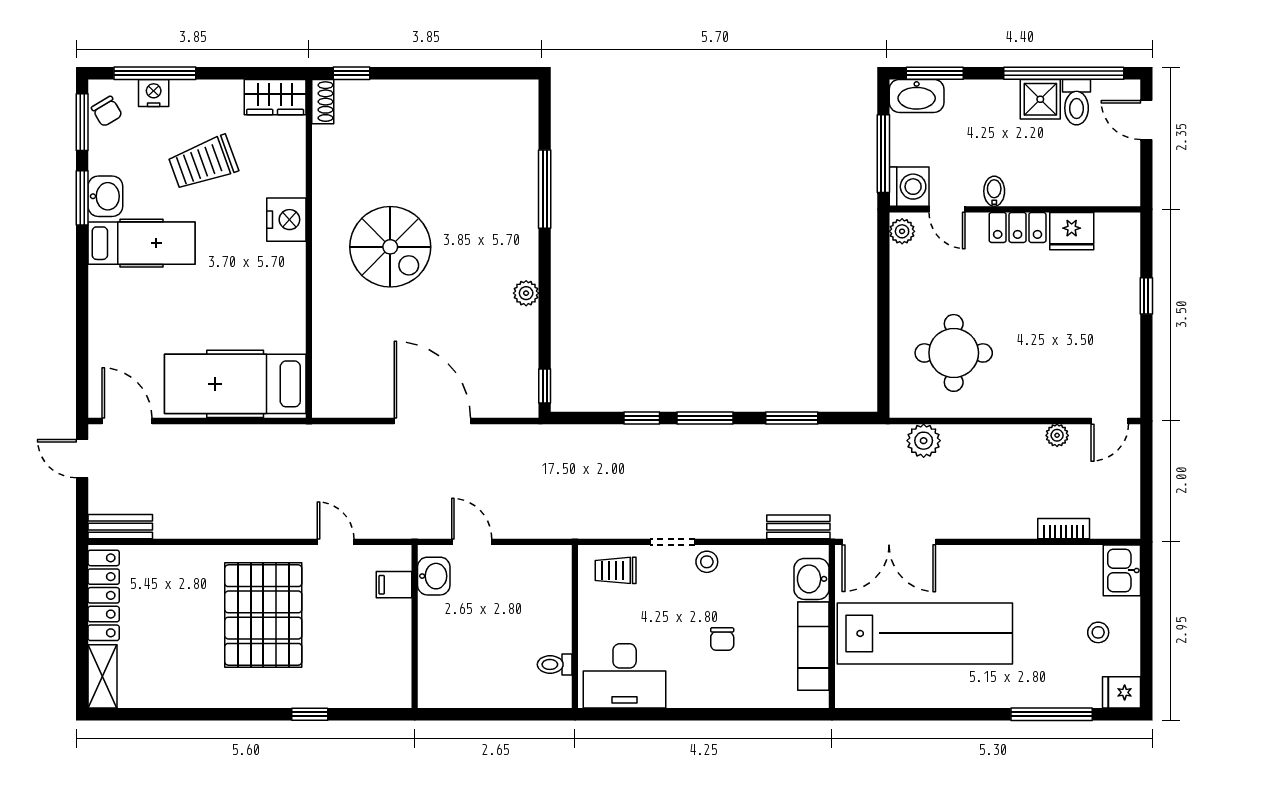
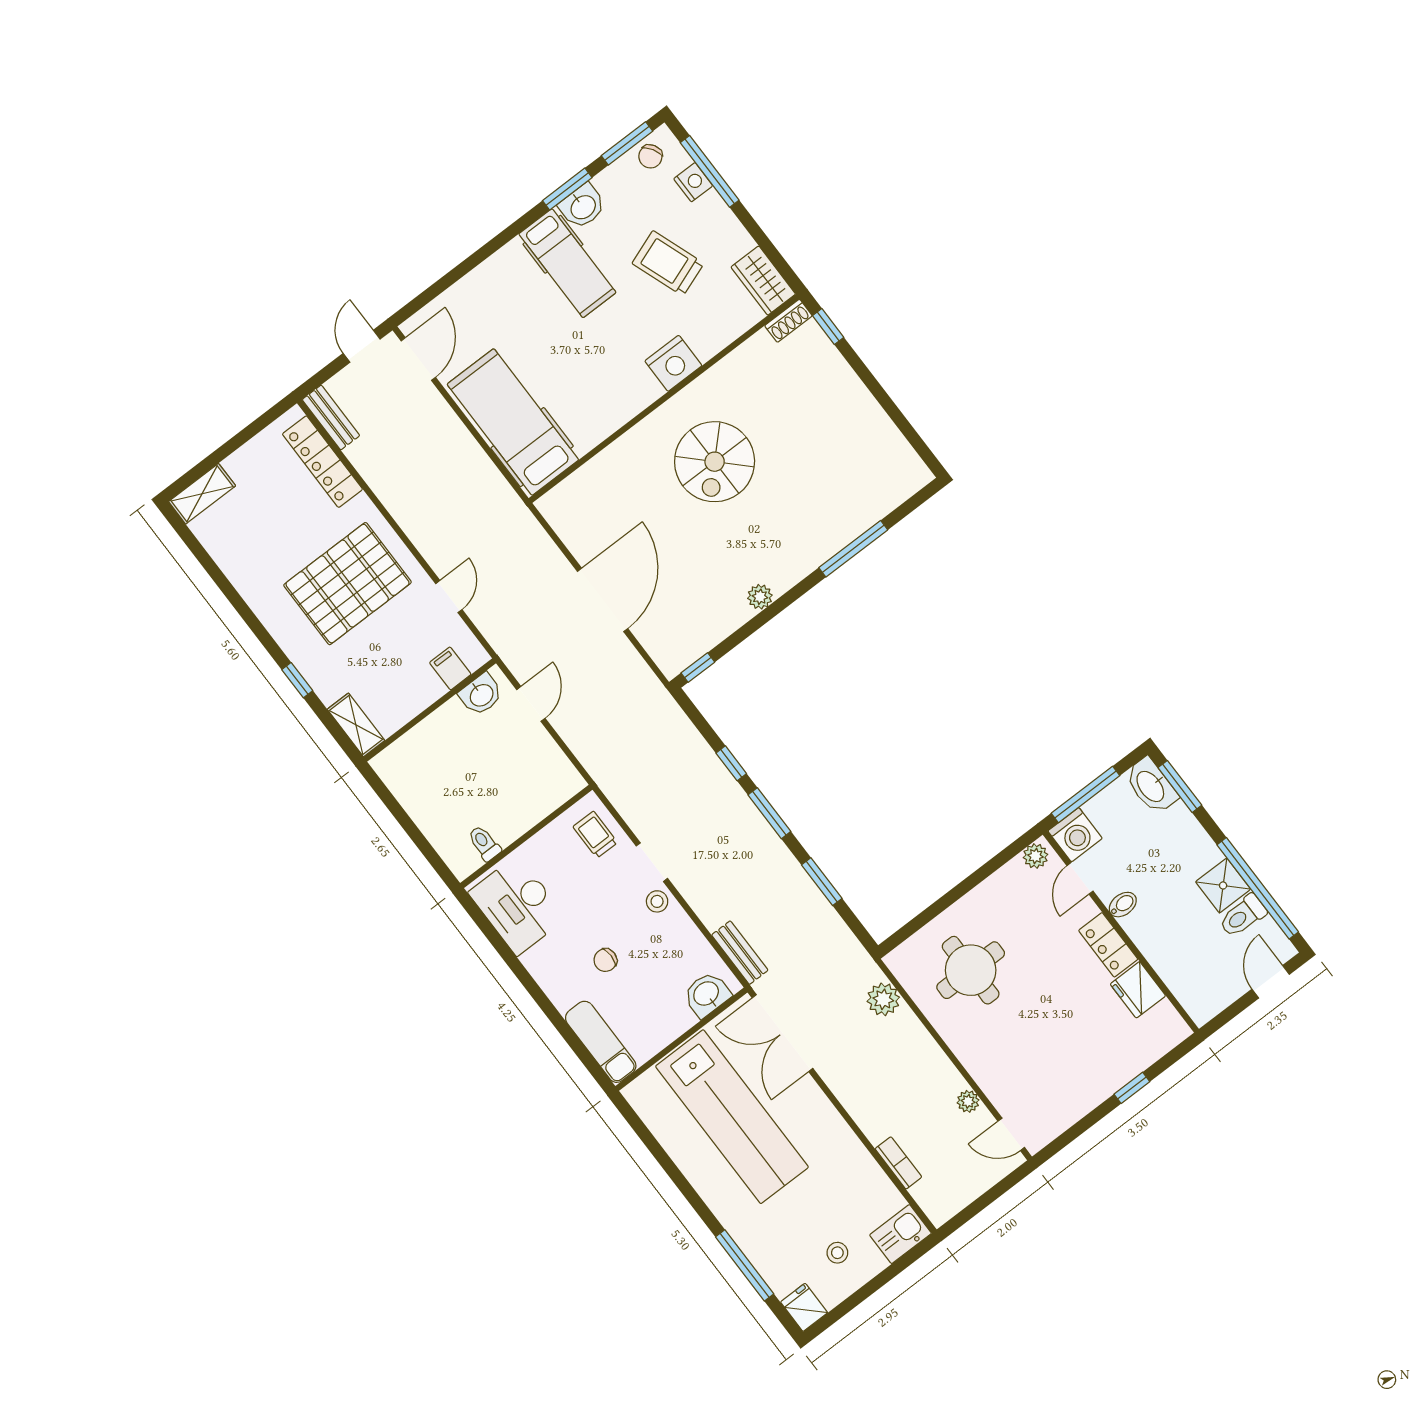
locker: (104, 595) -> (322, 462), moved, turned 90
exam couch: (813, 646) -> (601, 1042), moved, turned 90
shelving: (381, 695) -> (356, 725), added

